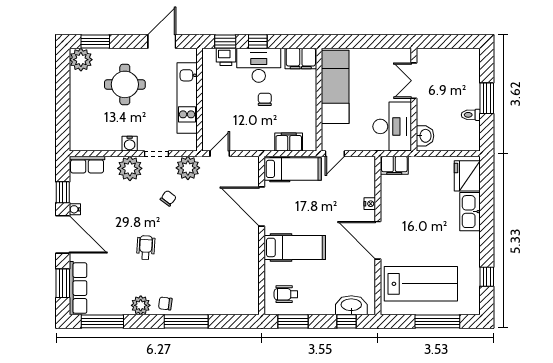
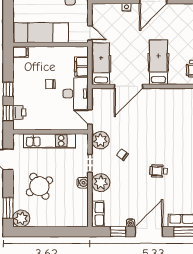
filing cabinet: (301, 59) -> (20, 52), width x0.50
desk: (259, 65) -> (76, 94), moved, turned 180
round table: (125, 84) -> (39, 186), turned -32

